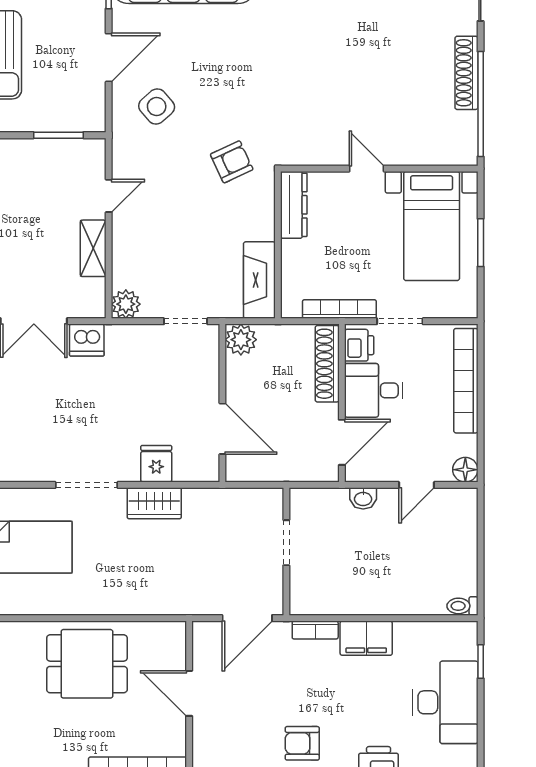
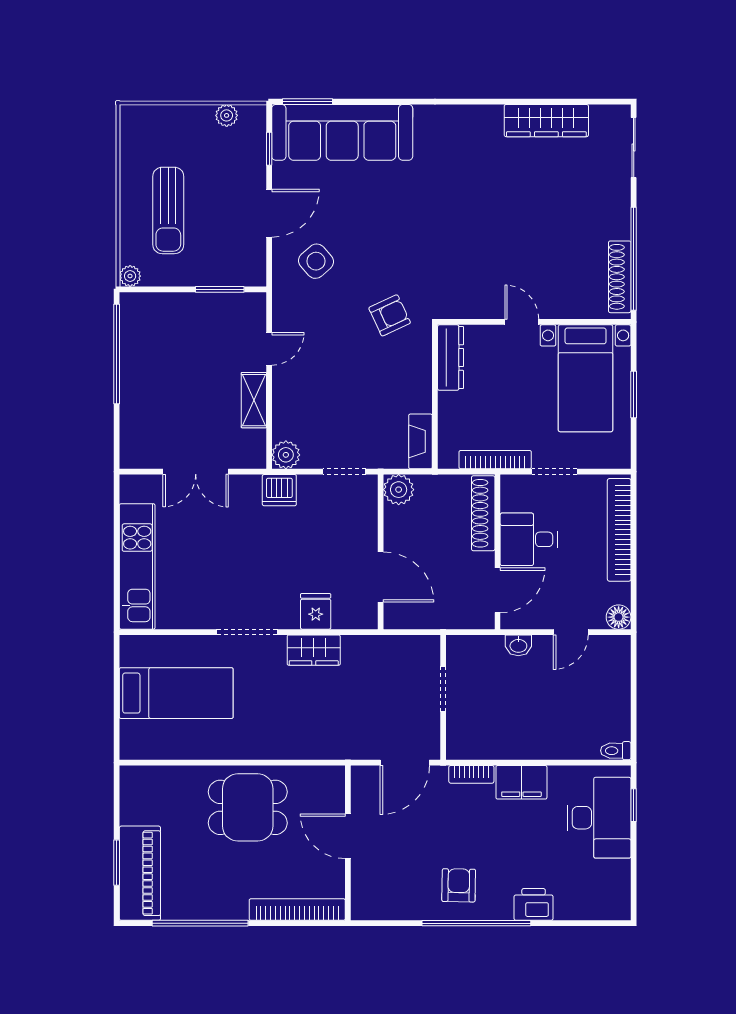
shoe rack: (466, 73) -> (620, 277), moved
fireplace: (259, 280) -> (421, 441), width x0.73, depth x0.76
dishwasher: (87, 340) -> (279, 490), moved
printer: (359, 345) -> (514, 495), removed
desk: (445, 702) -> (599, 818), moved
armchair: (302, 743) -> (459, 885), turned 91

